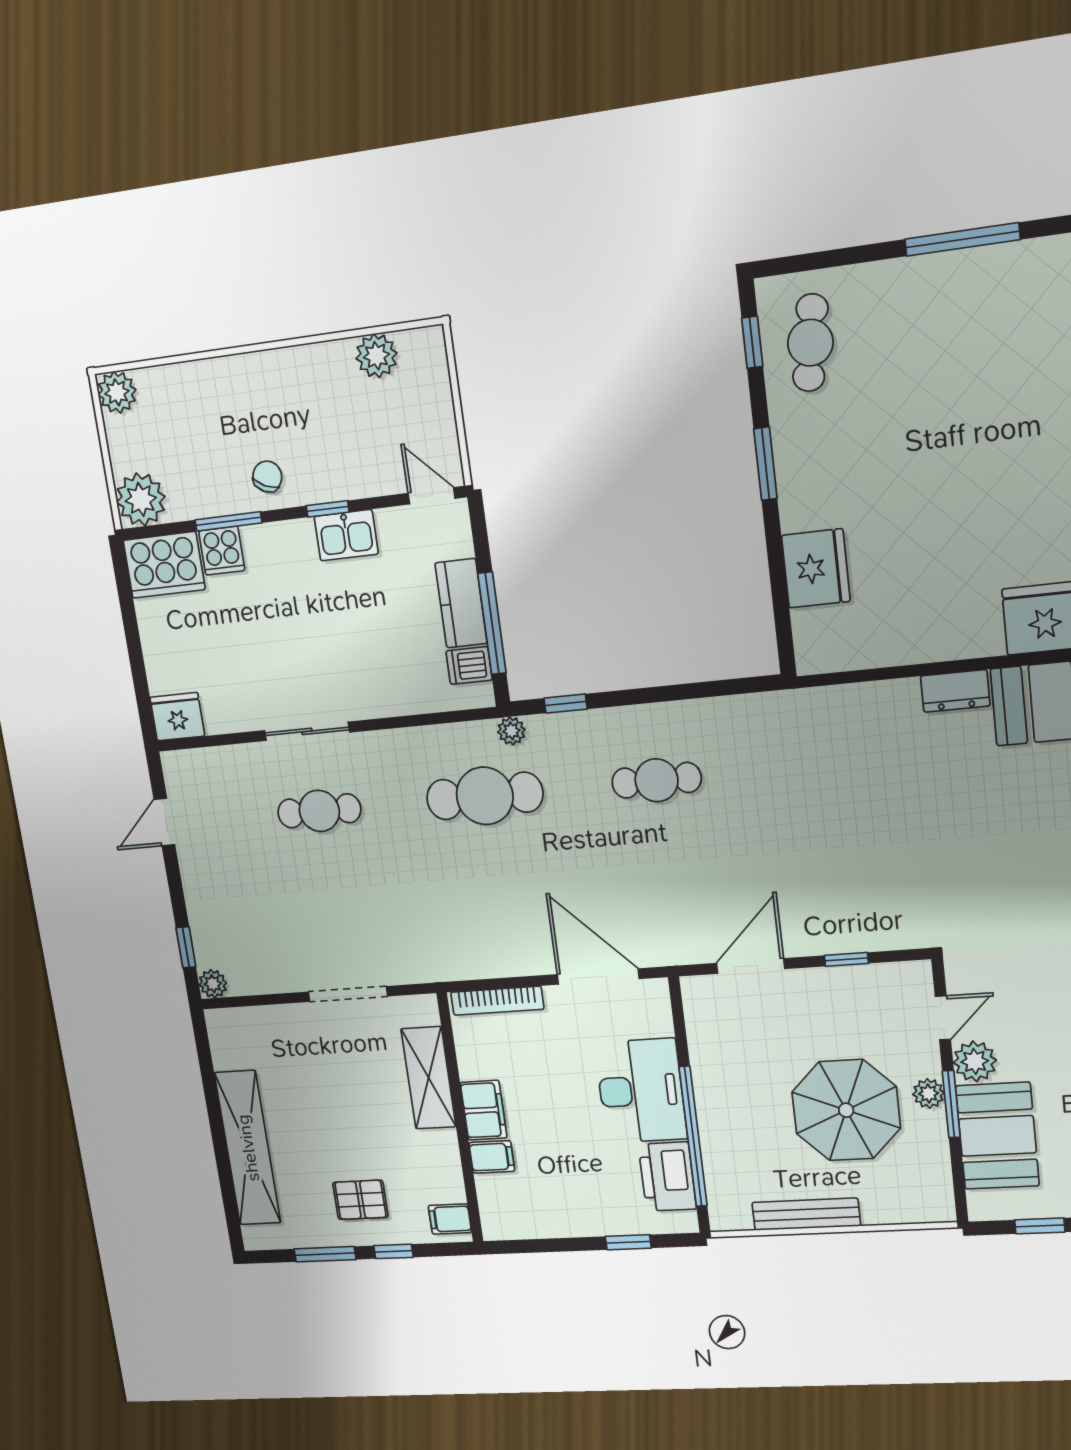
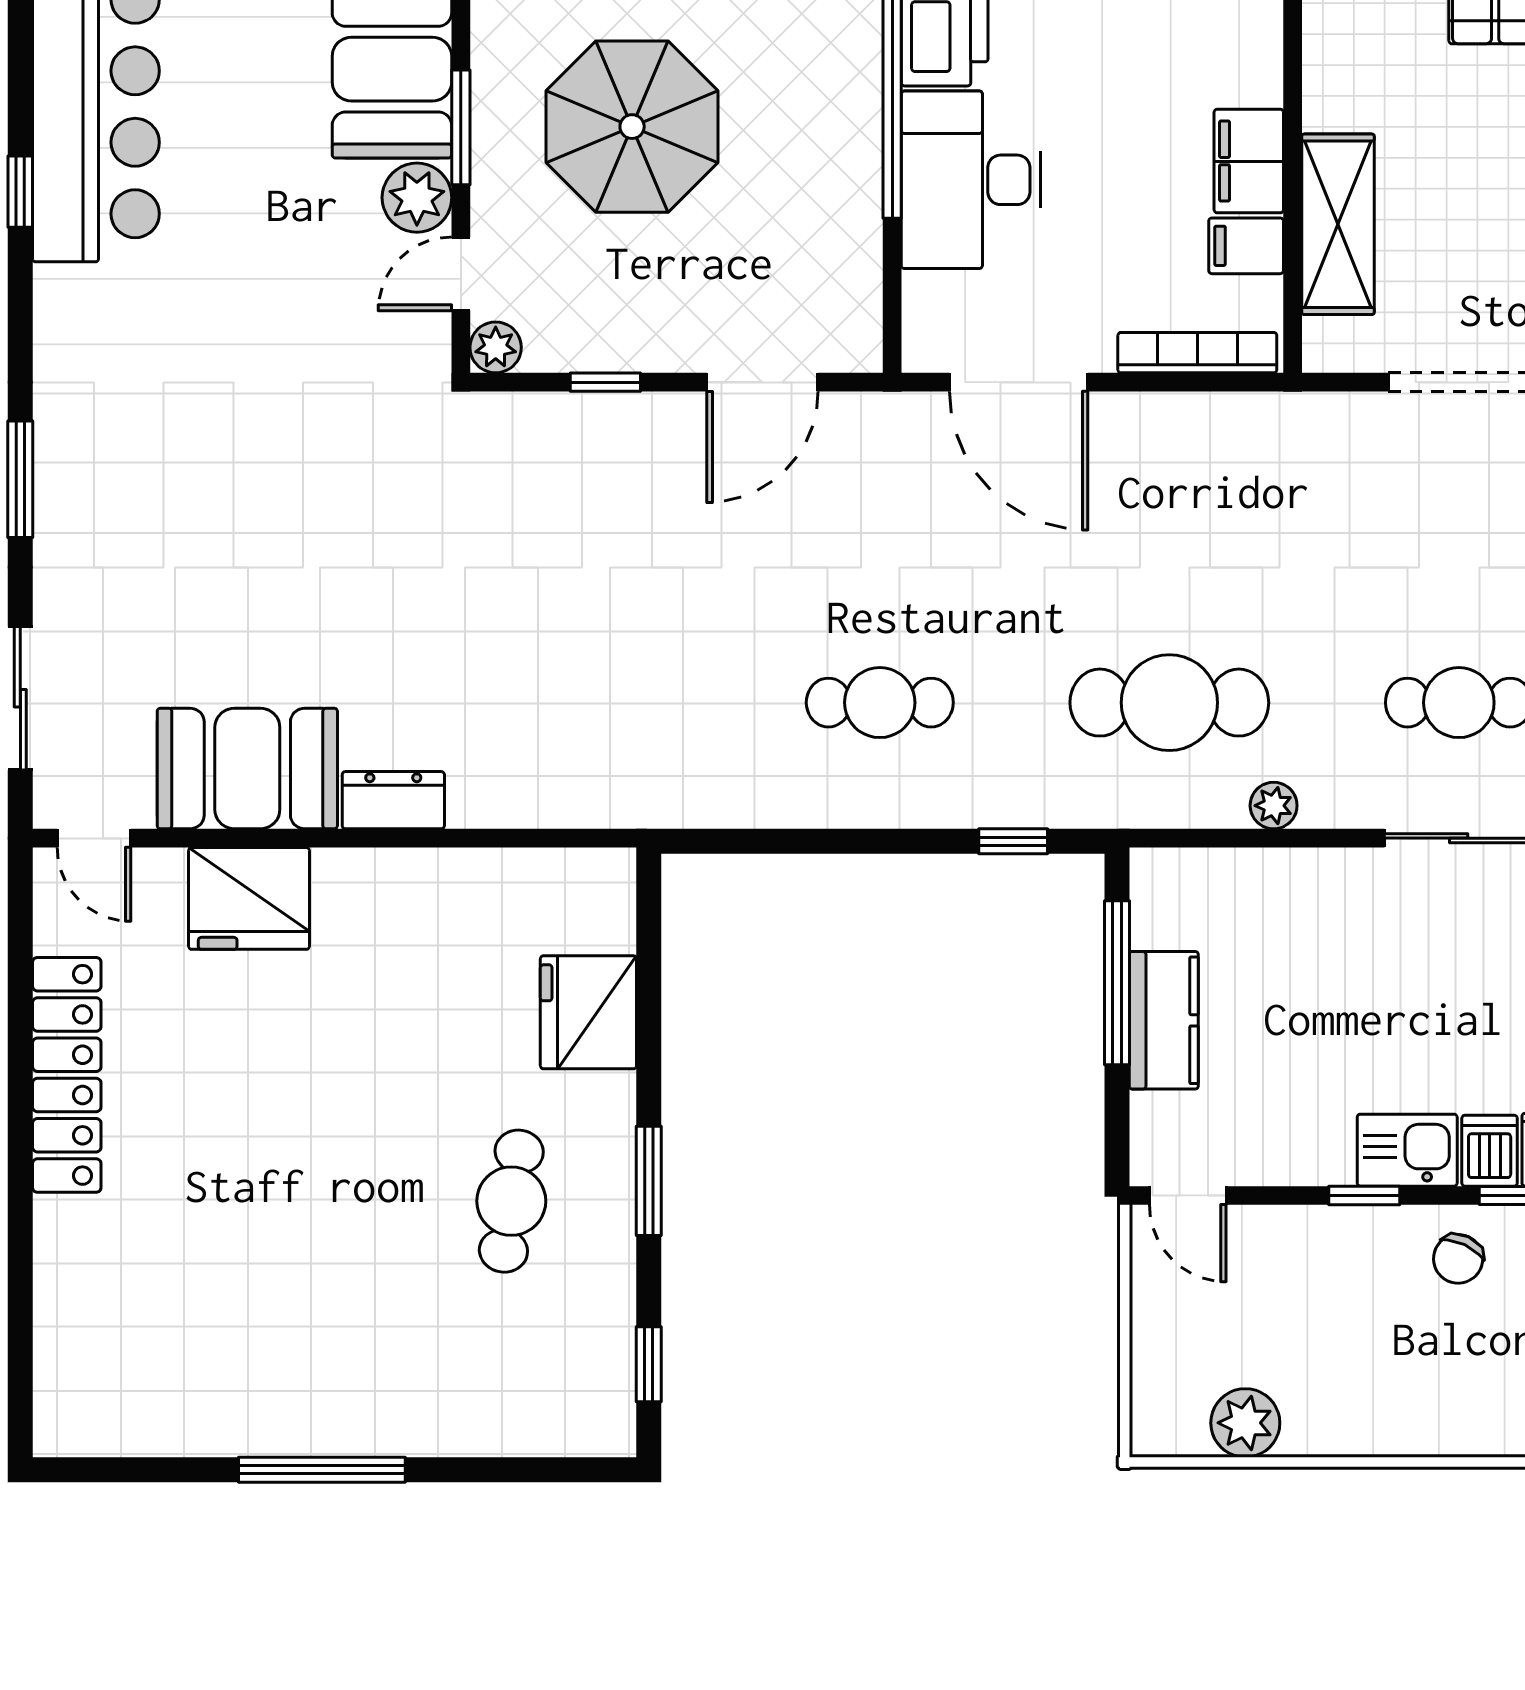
cafe table: (810, 343) -> (511, 1201), moved
kitchen sink: (346, 535) -> (1407, 1150), moved
dishwasher: (469, 666) -> (1490, 1151), moved, turned -90
plant: (511, 731) -> (1274, 806), moved
plant: (929, 1093) -> (496, 347), moved
filing cabinet: (492, 1157) -> (1246, 246), moved

